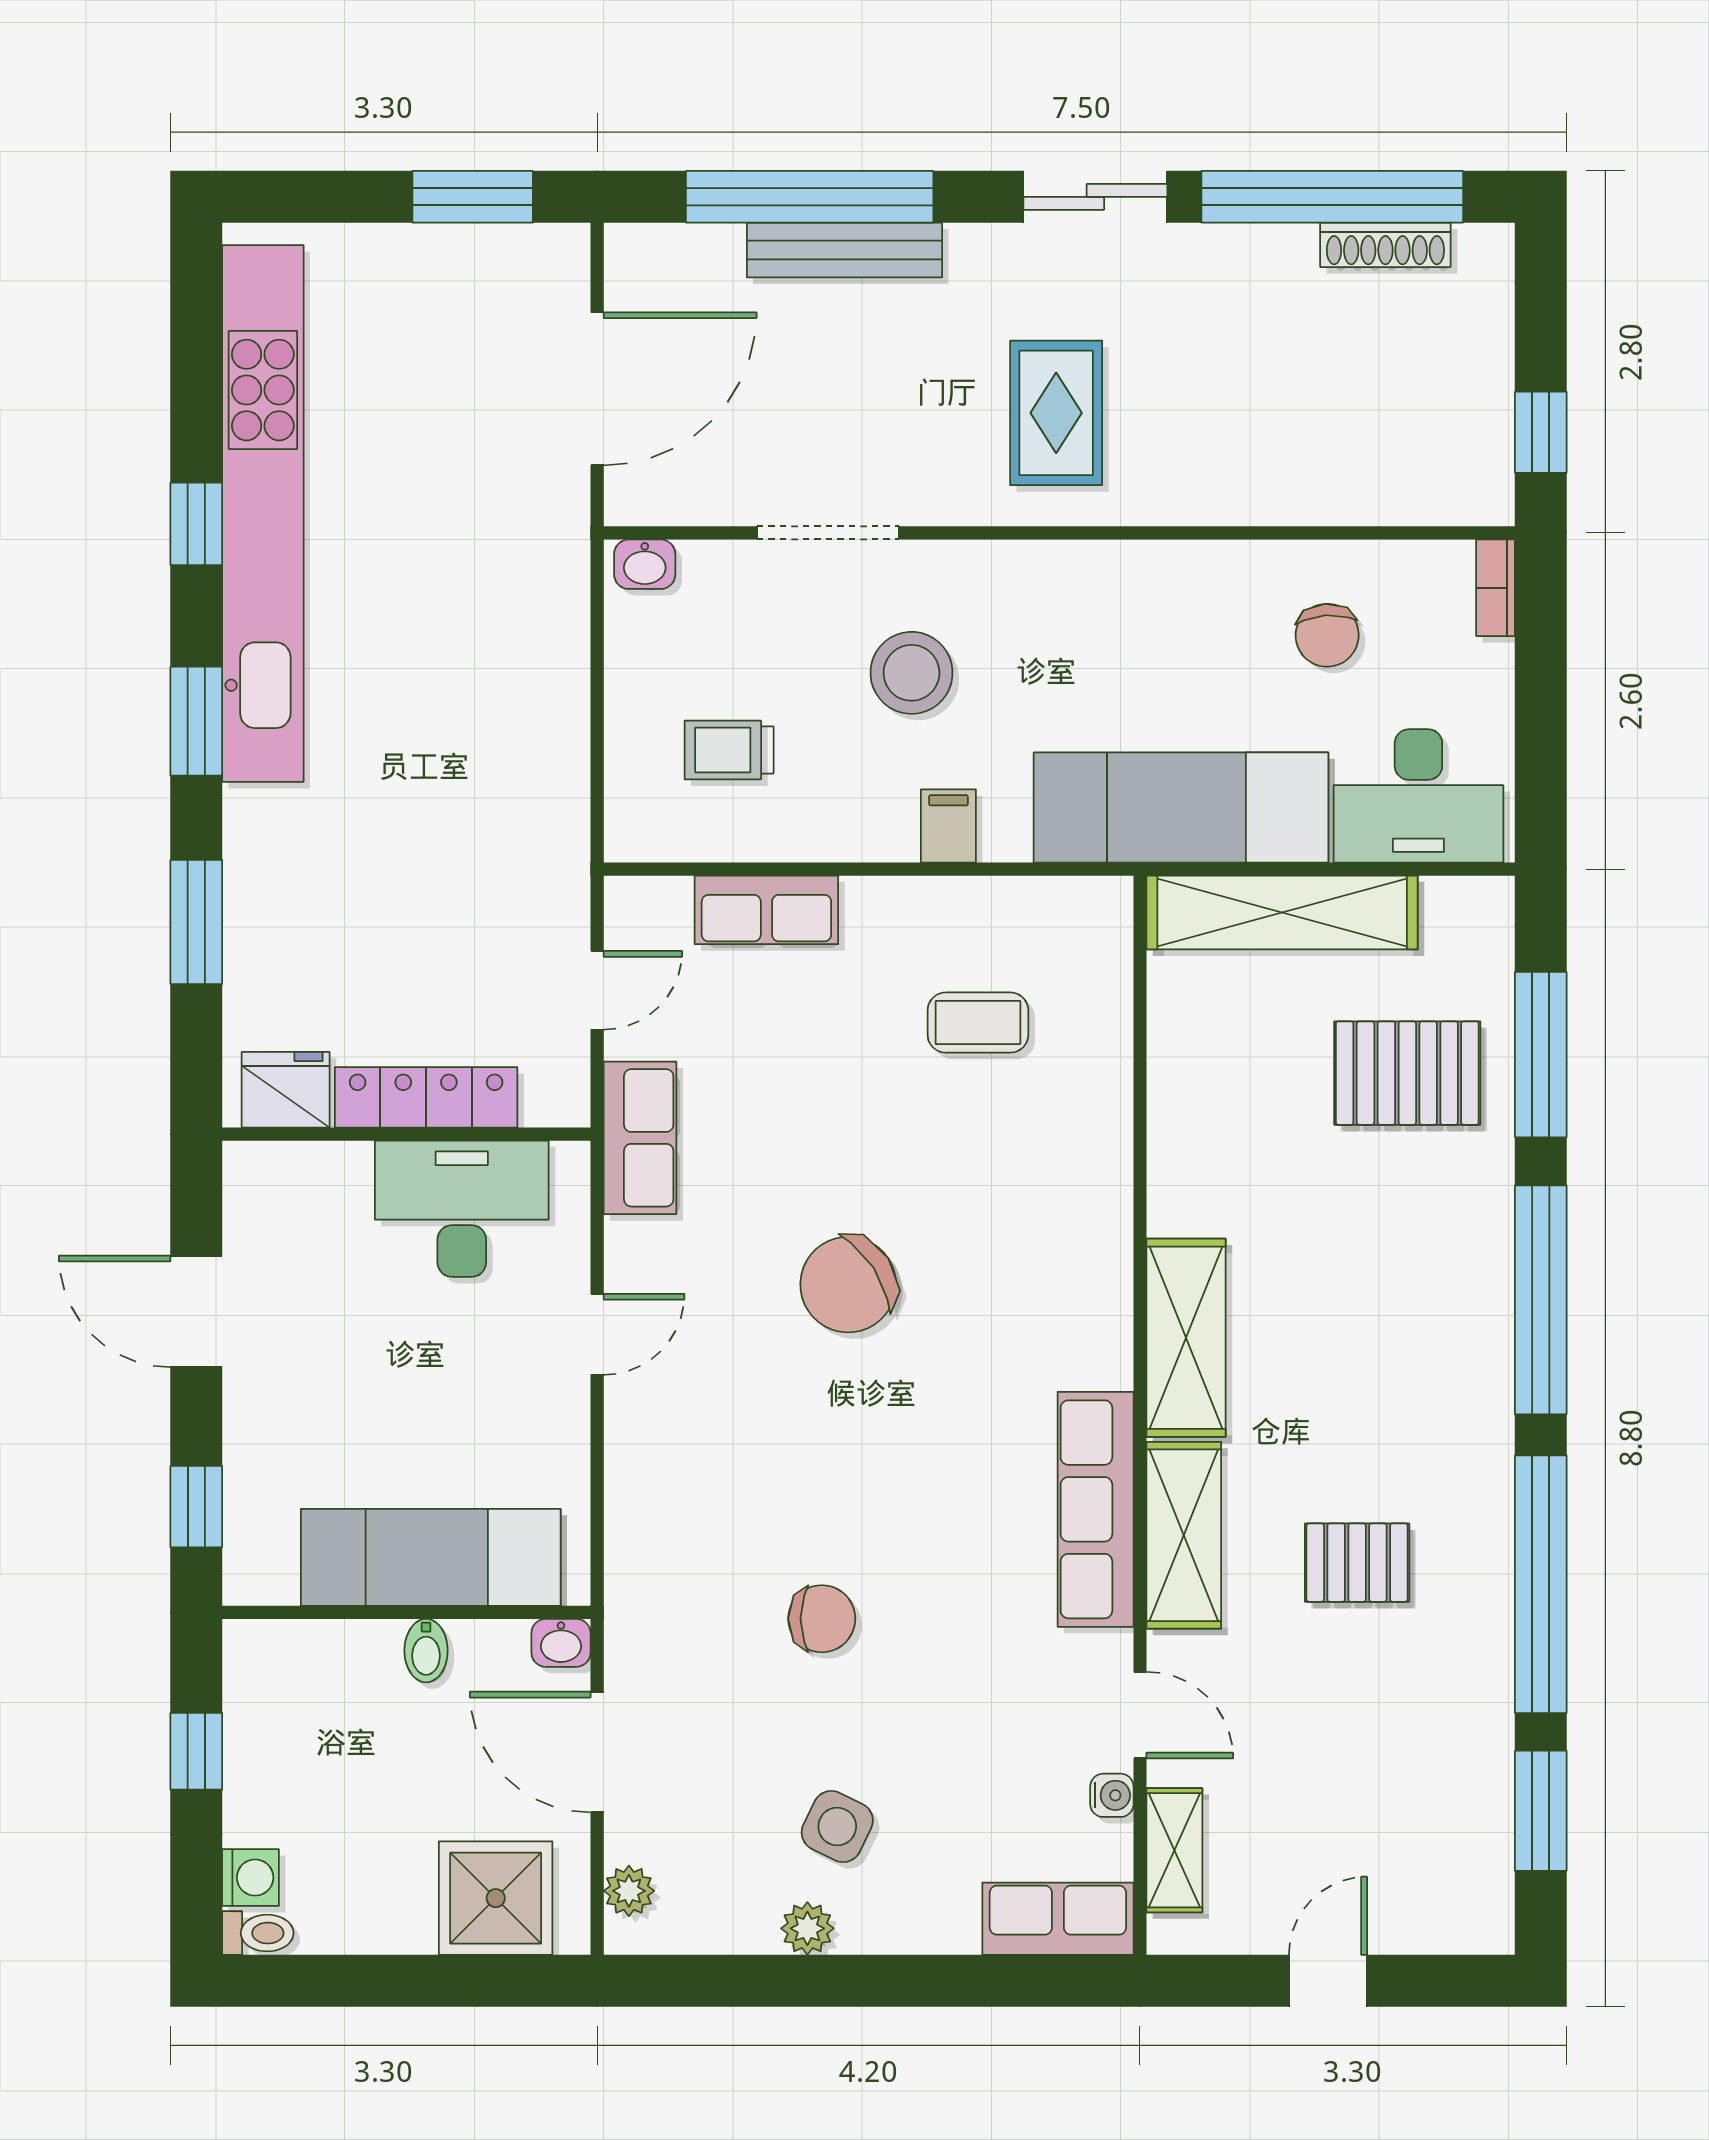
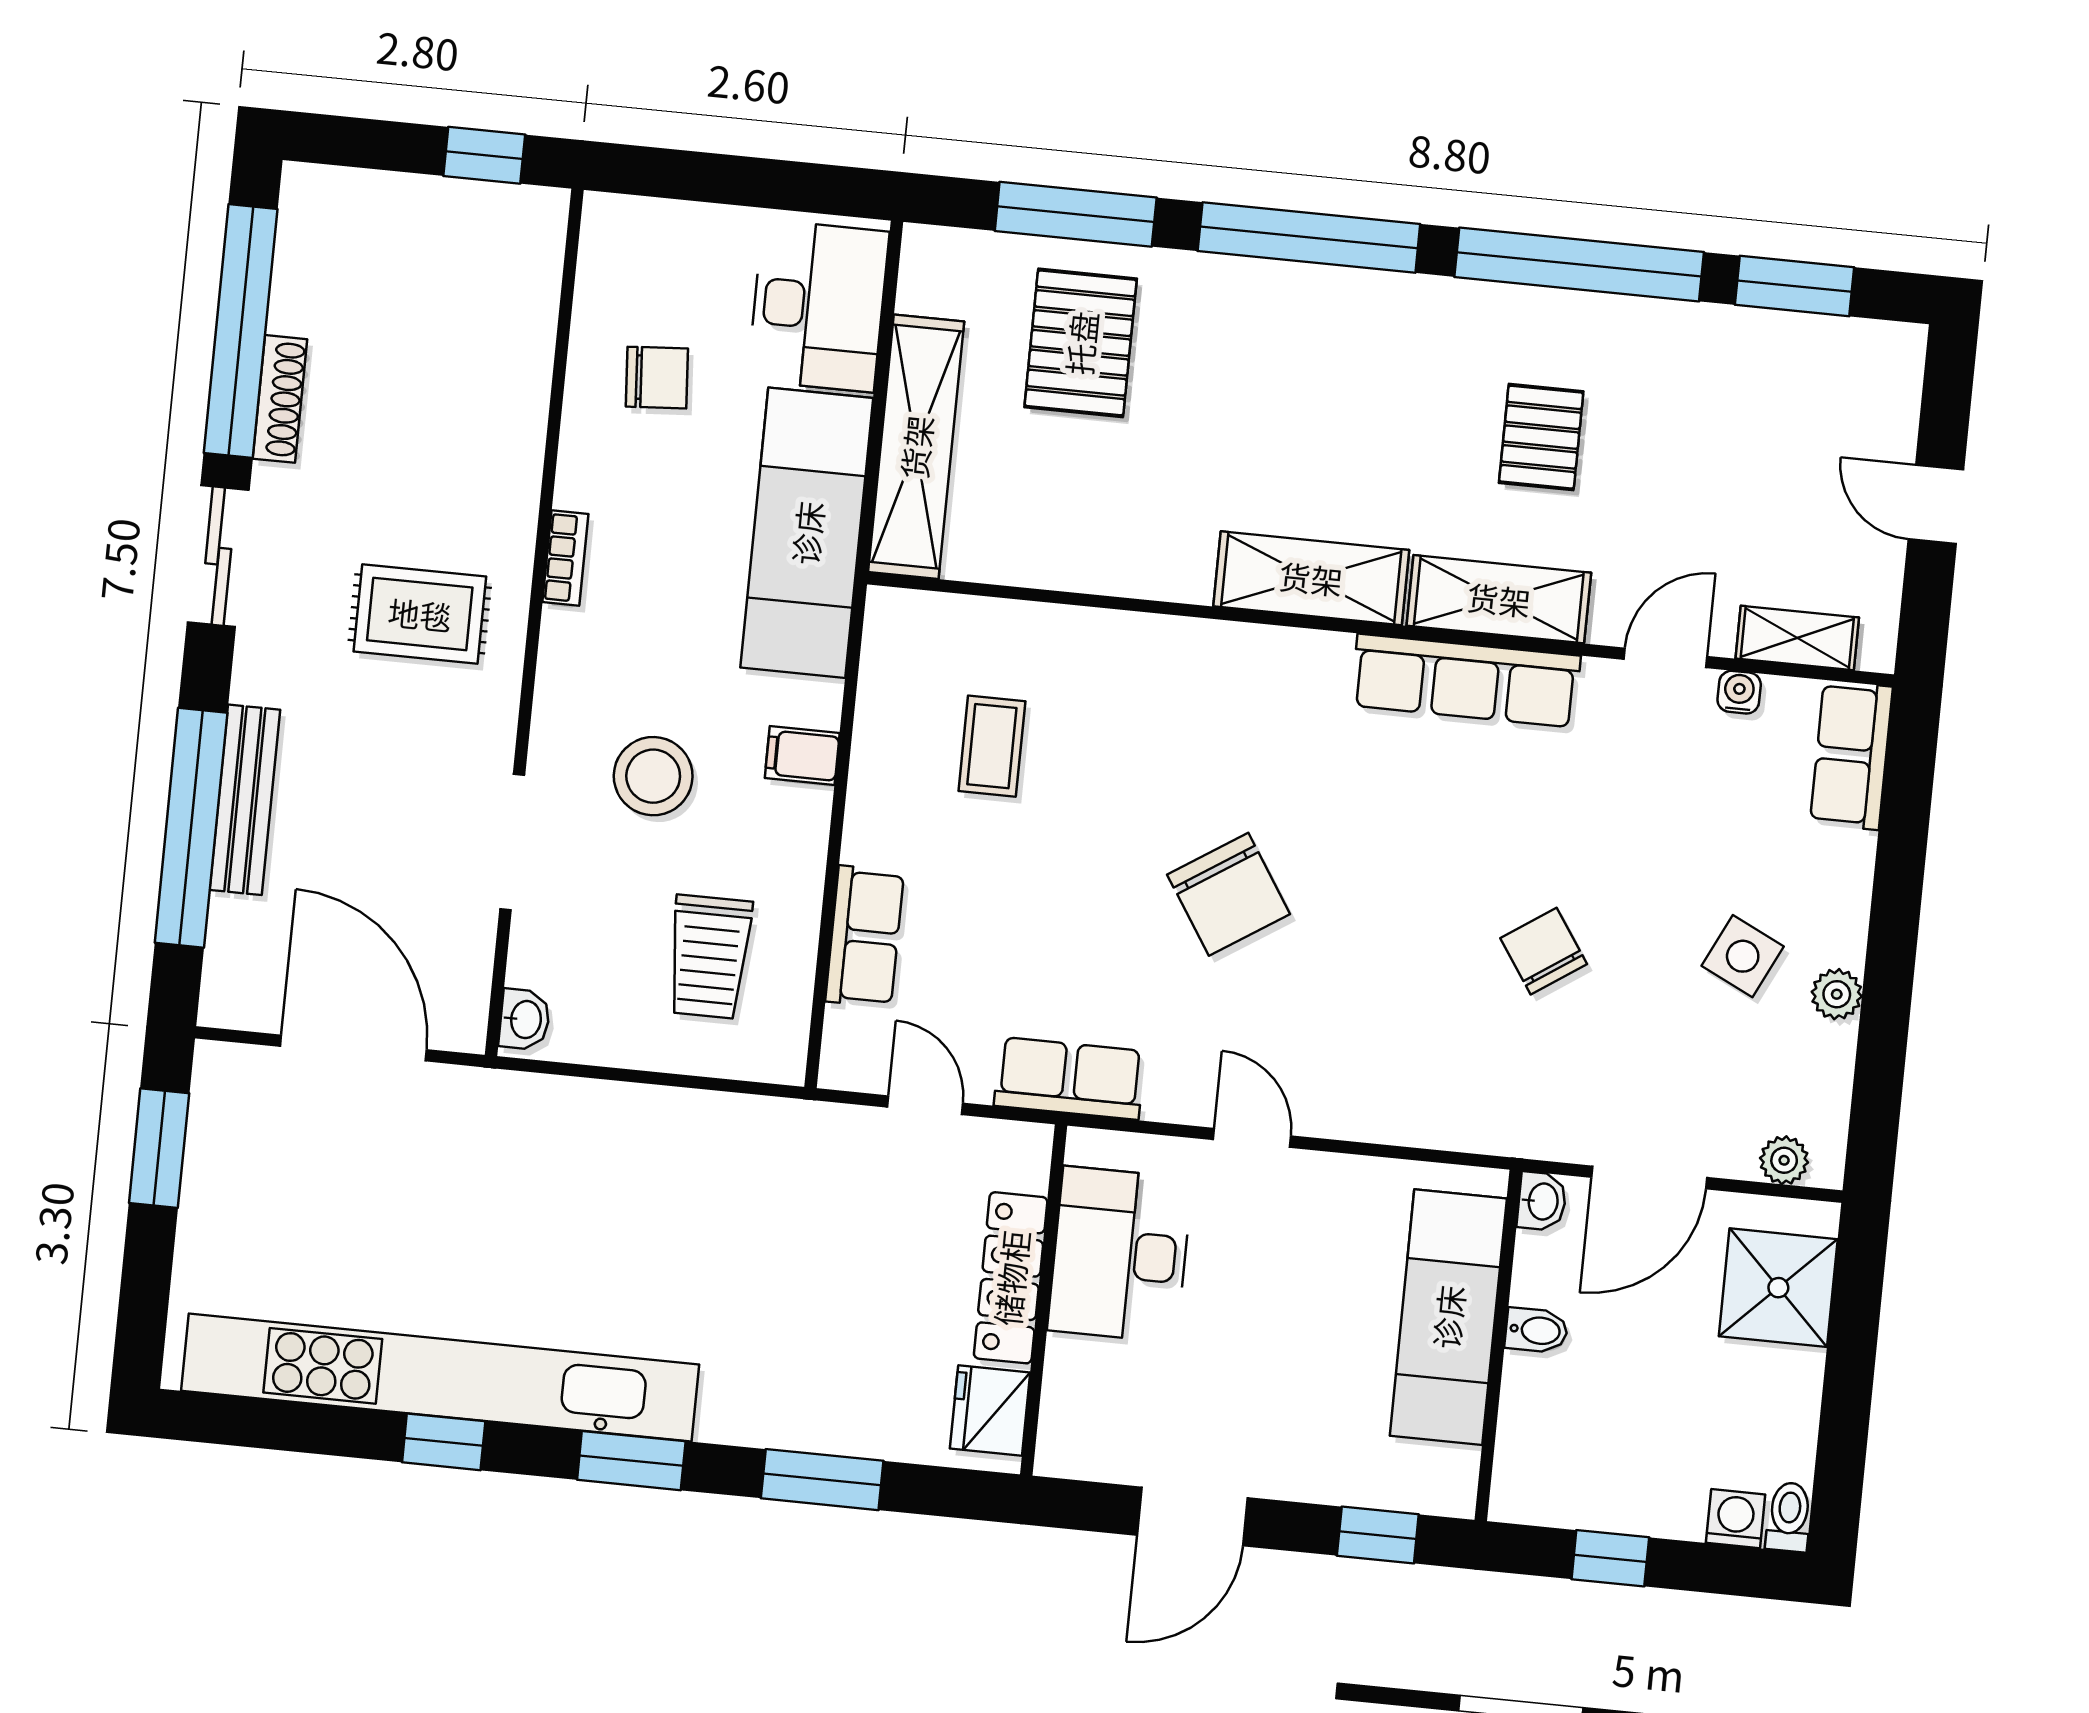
shoe rack: (1385, 245) -> (280, 399), moved
bookcase: (1496, 588) -> (565, 558), moved, turned -90
trolley: (729, 750) -> (709, 957), width x1.36, depth x1.39
chair: (822, 1619) -> (1544, 951), turned -34

